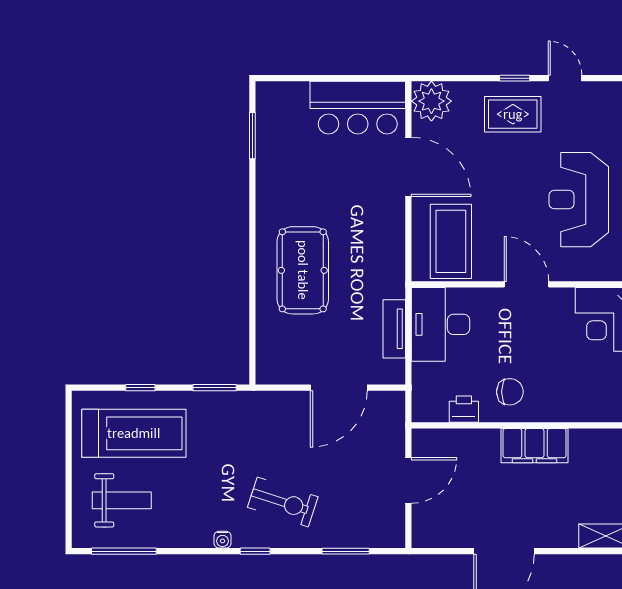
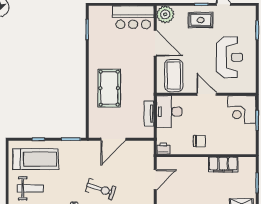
reception desk: (579, 200) -> (229, 57), turned 180
door: (339, 388) -> (113, 139), moved
printer: (464, 409) -> (163, 149), moved
filing cabinet: (535, 446) -> (223, 164), moved

